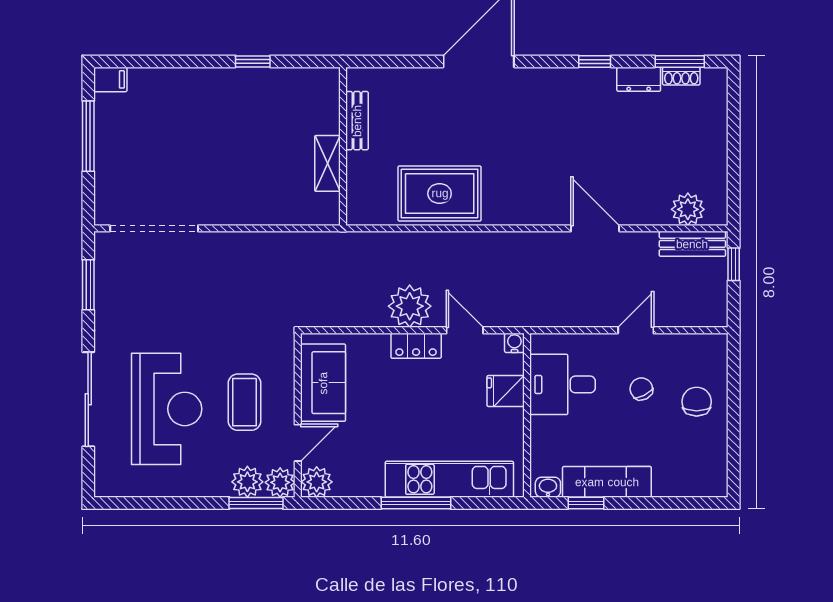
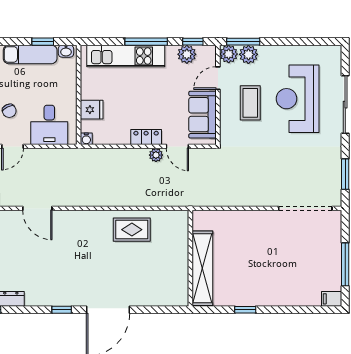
window: (595, 61) -> (62, 310), moved
bench: (357, 121) -> (182, 274), removed
shelving: (328, 163) -> (202, 268), width x2.20, depth x1.33
rug: (440, 193) -> (132, 230), width x0.73, depth x0.70
plant: (410, 306) -> (156, 155), width x0.53, depth x0.53
door: (465, 330) -> (177, 146), moved
desk: (562, 384) -> (49, 125), moved, turned 90
plant: (317, 482) -> (187, 54), moved
window: (339, 503) -> (193, 42), added

